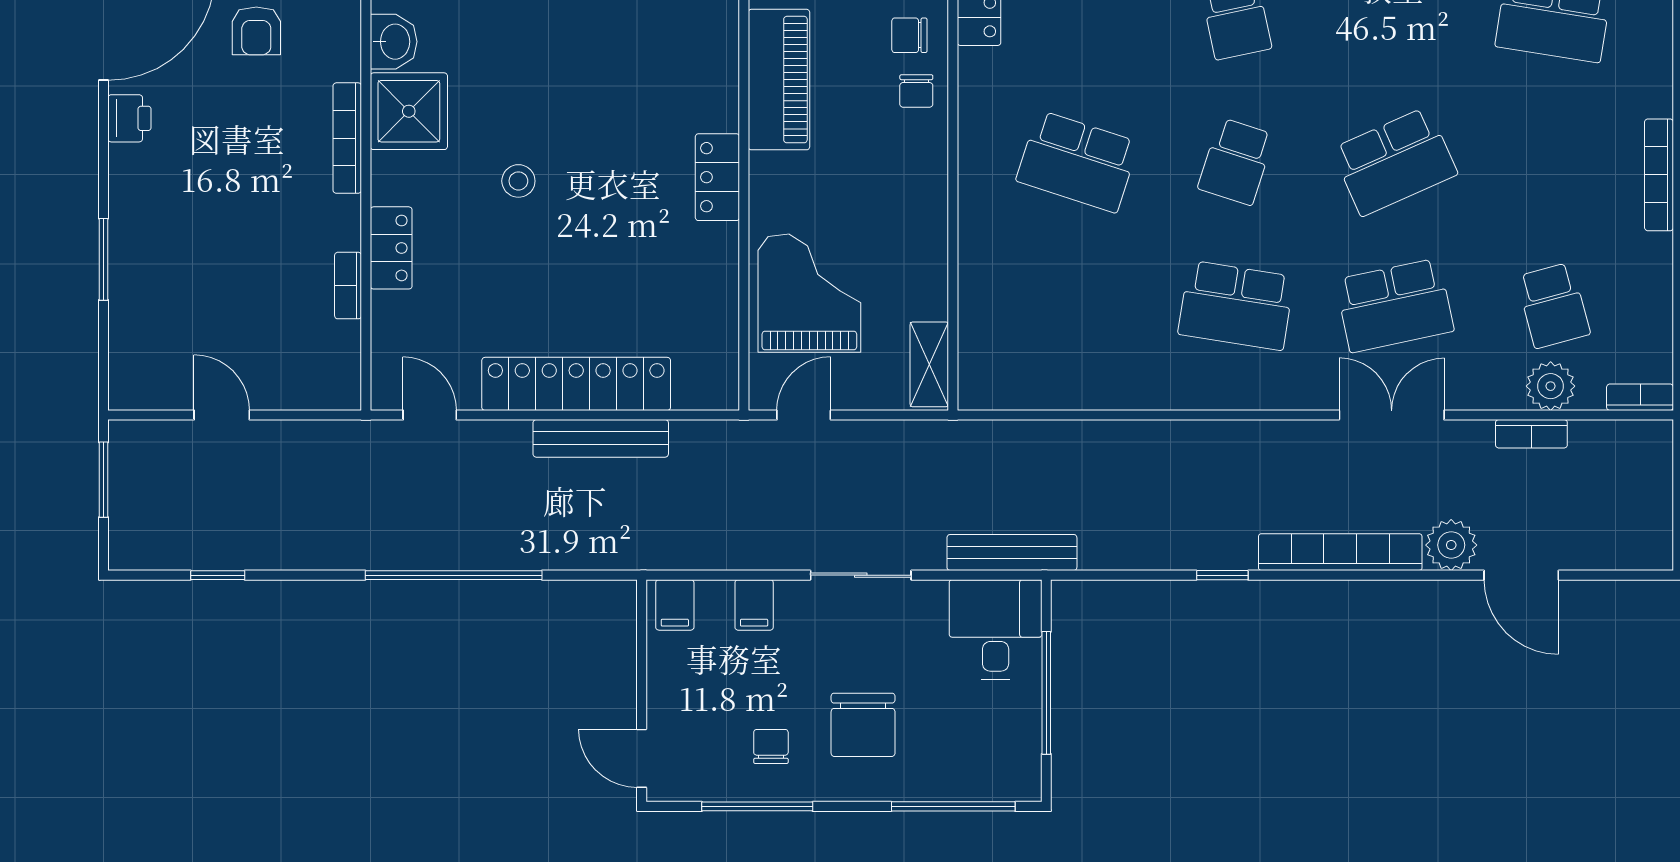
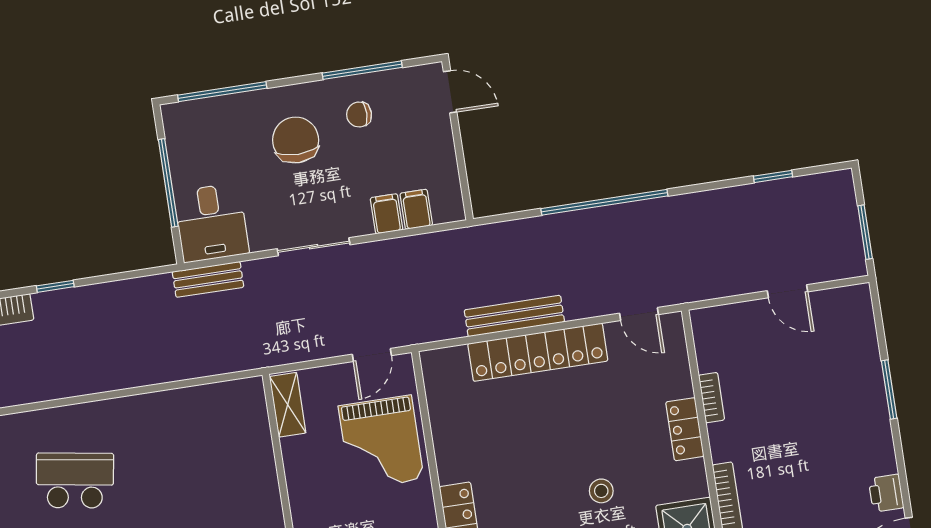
bench: (1012, 552) -> (208, 279), width x0.73
filing cabinet: (675, 605) -> (416, 209), moved
chair: (771, 746) -> (359, 115), turned 90

